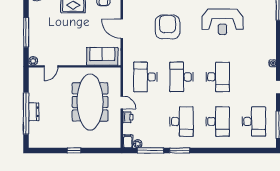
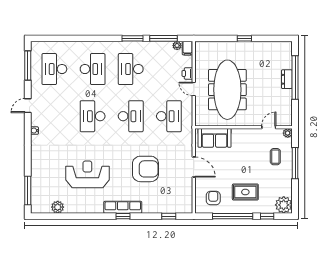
armchair: (168, 27) -> (145, 169), turned -90
coffee table: (45, 39) -> (275, 157), added
desk: (218, 121) -> (93, 69), turned 180

